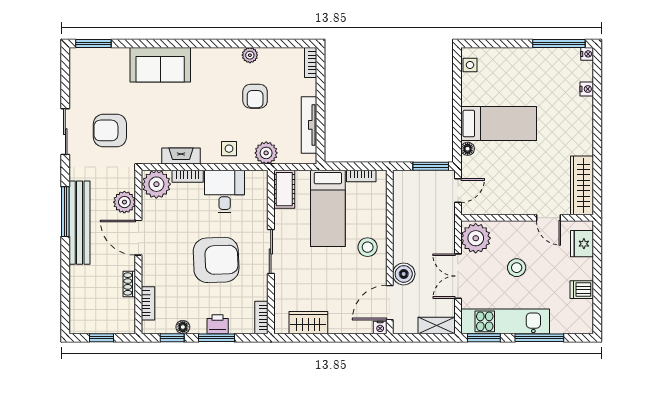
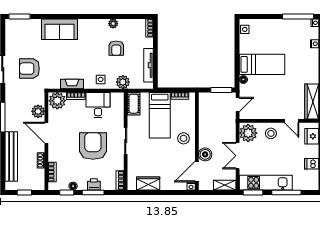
bench: (80, 223) -> (11, 157), moved
armchair: (216, 260) -> (93, 146), turned -88
stool: (517, 268) -> (271, 133), moved

